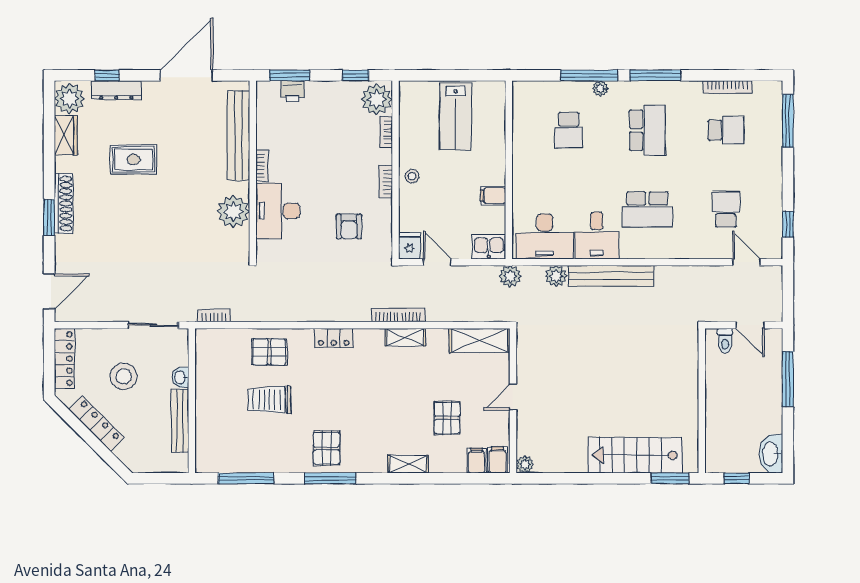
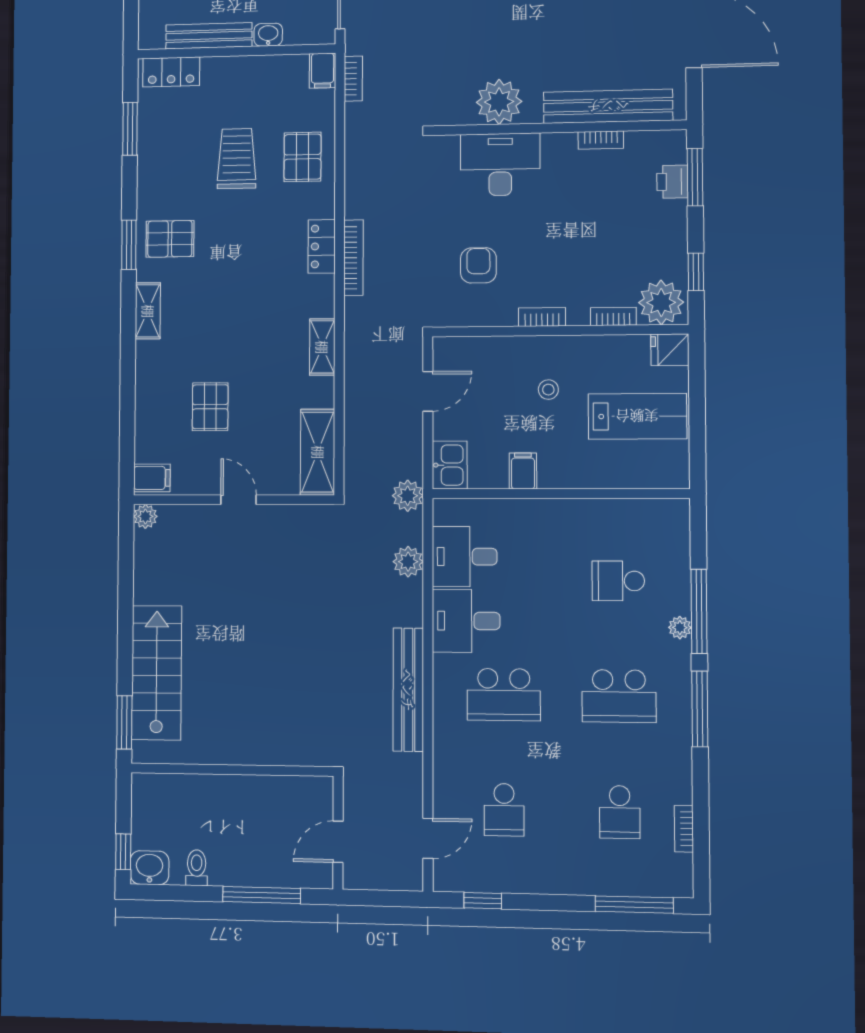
bookcase: (727, 87) -> (684, 829), width x0.64
lab bench: (455, 116) -> (637, 416), turned 180
bookcase: (262, 166) -> (601, 140), moved
stool: (412, 176) -> (548, 390), moved
school desk: (647, 209) -> (504, 695), turned -90
school desk: (726, 209) -> (504, 810), turned 90
armchair: (349, 226) -> (478, 265), turned 90
desk: (545, 236) -> (465, 557), width x0.73
fridge: (409, 246) -> (670, 350), moved, turned 180
bench: (611, 276) -> (408, 690), moved
bookcase: (398, 315) -> (353, 258), moved
toilet: (725, 341) -> (197, 868), moved, turned 90
pallet: (447, 418) -> (210, 407), turned 90
locker: (206, 448) -> (171, 72), added
washbasin: (771, 454) -> (149, 868), width x0.72
filing cabinet: (476, 461) -> (323, 71), moved, turned 90
shelving: (408, 464) -> (148, 311), moved
window: (246, 478) -> (130, 129), width x0.69
window: (330, 478) -> (129, 245), width x0.69
window: (737, 478) -> (123, 852), moved

